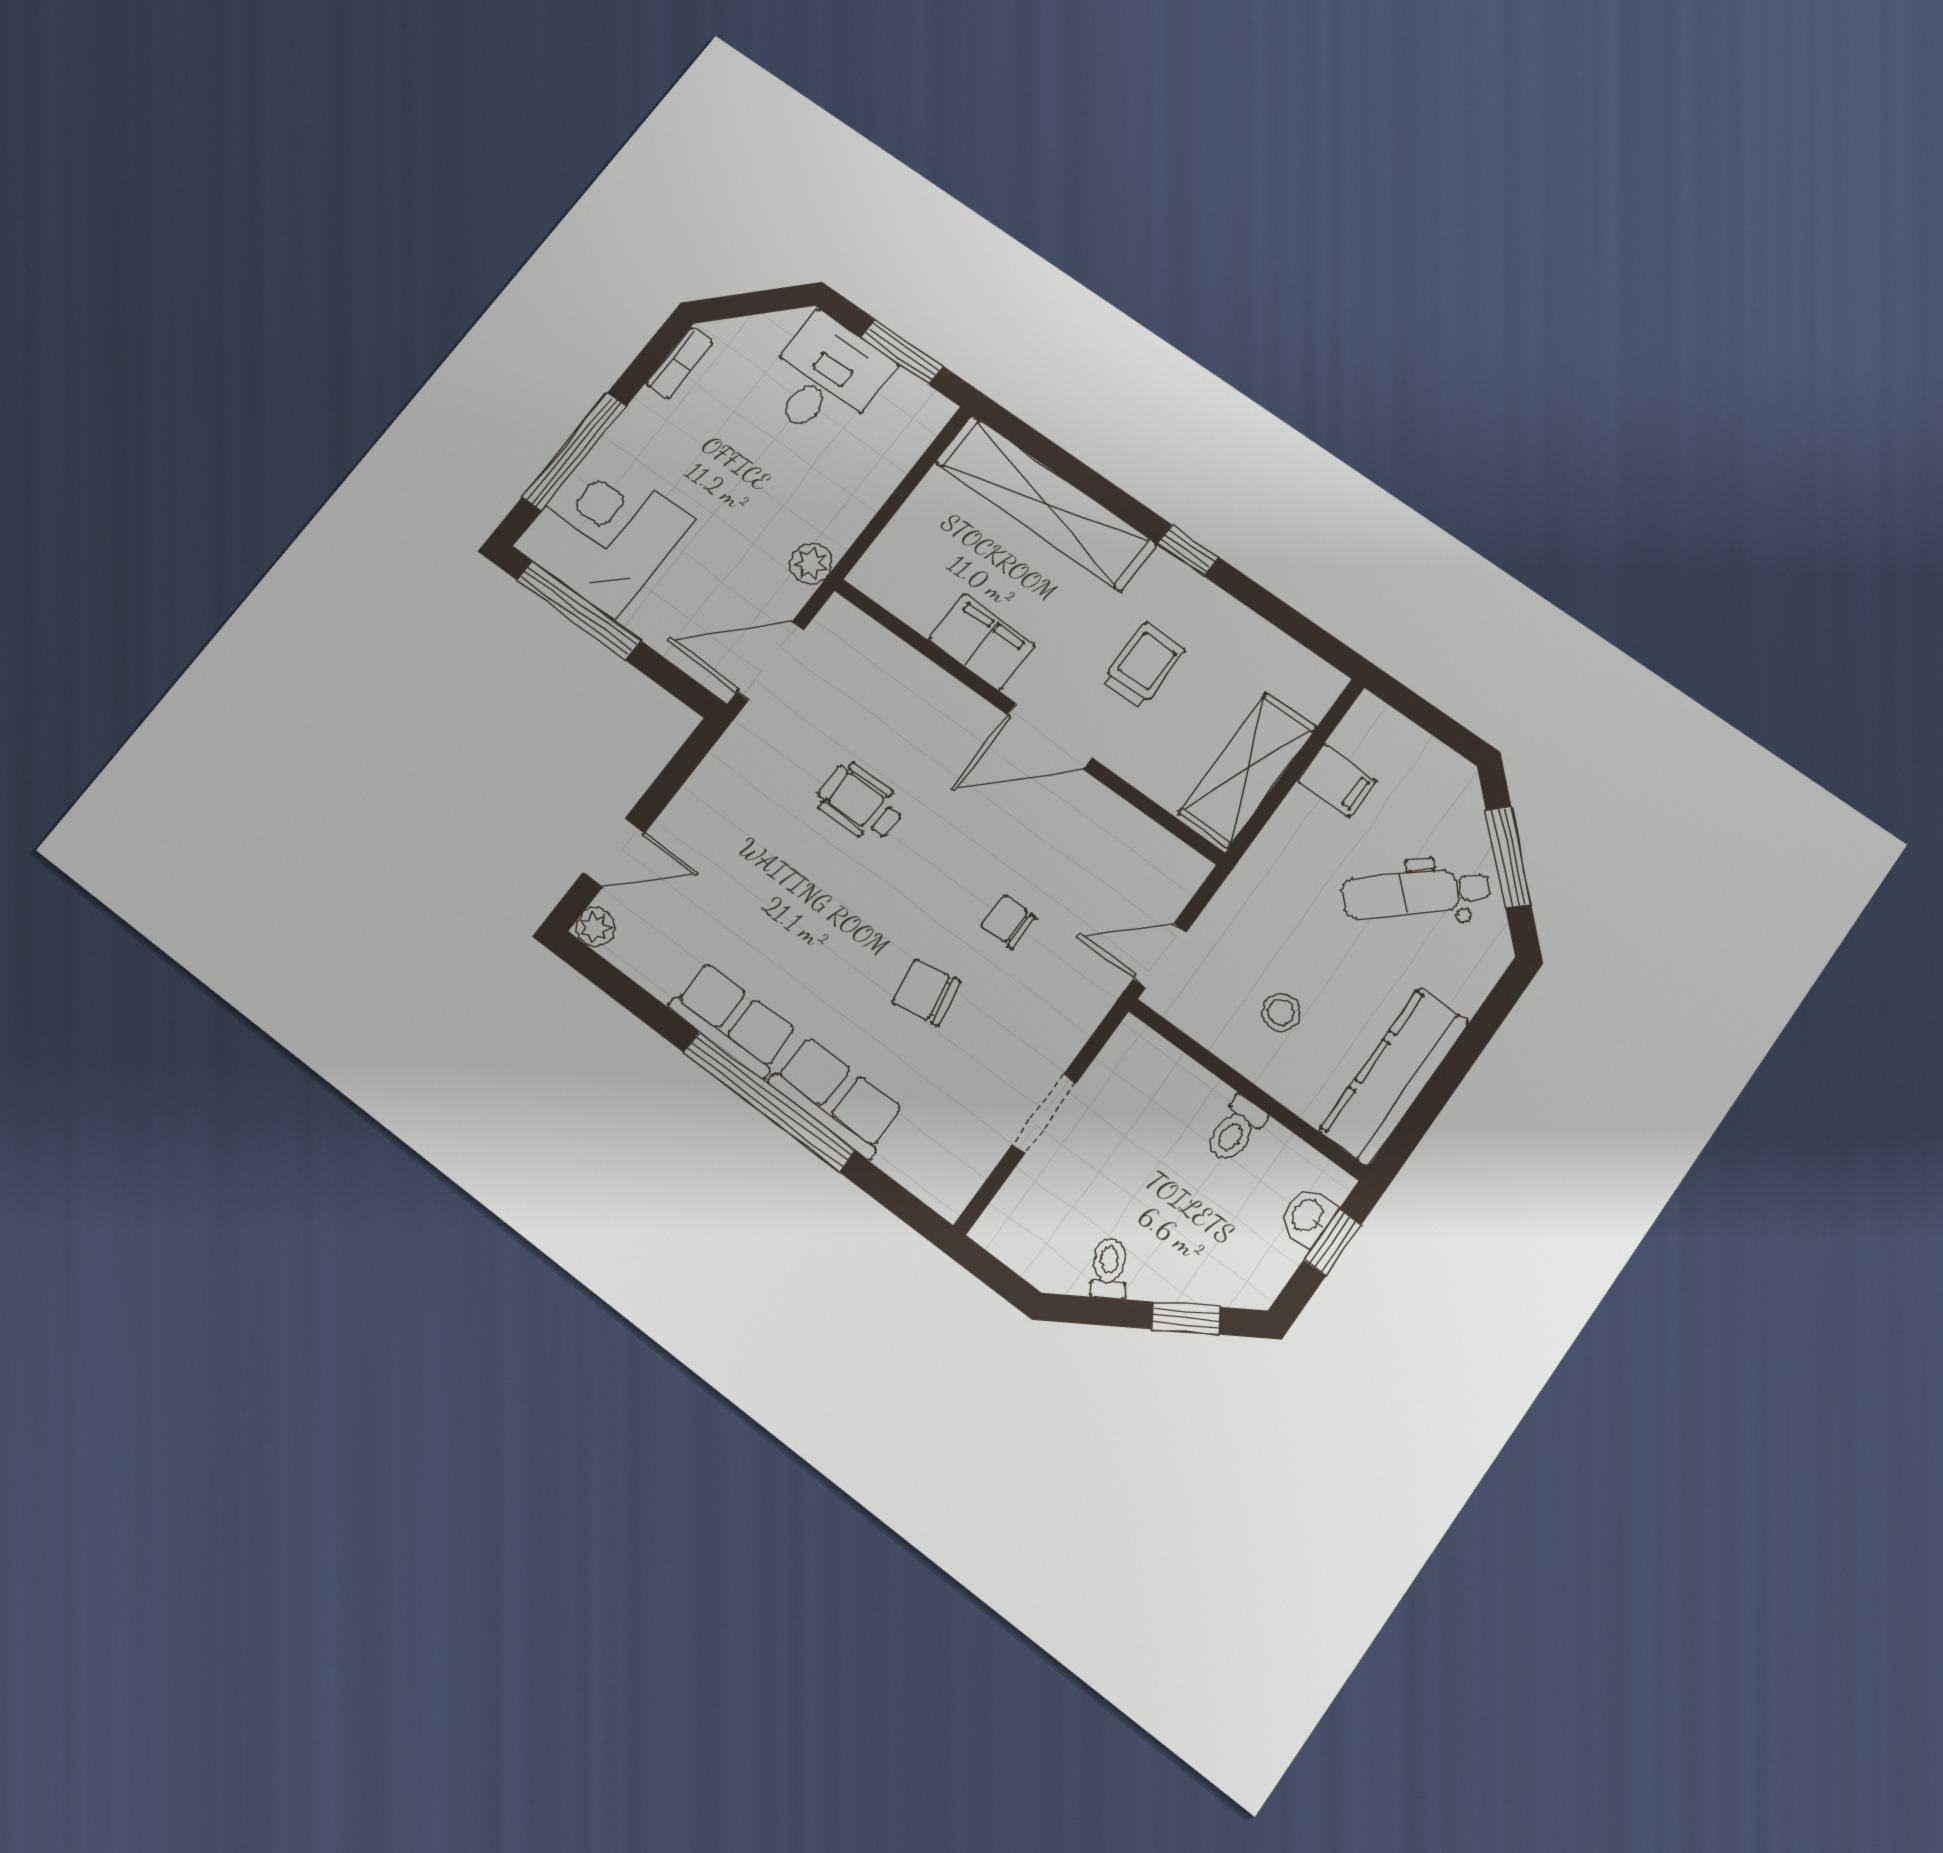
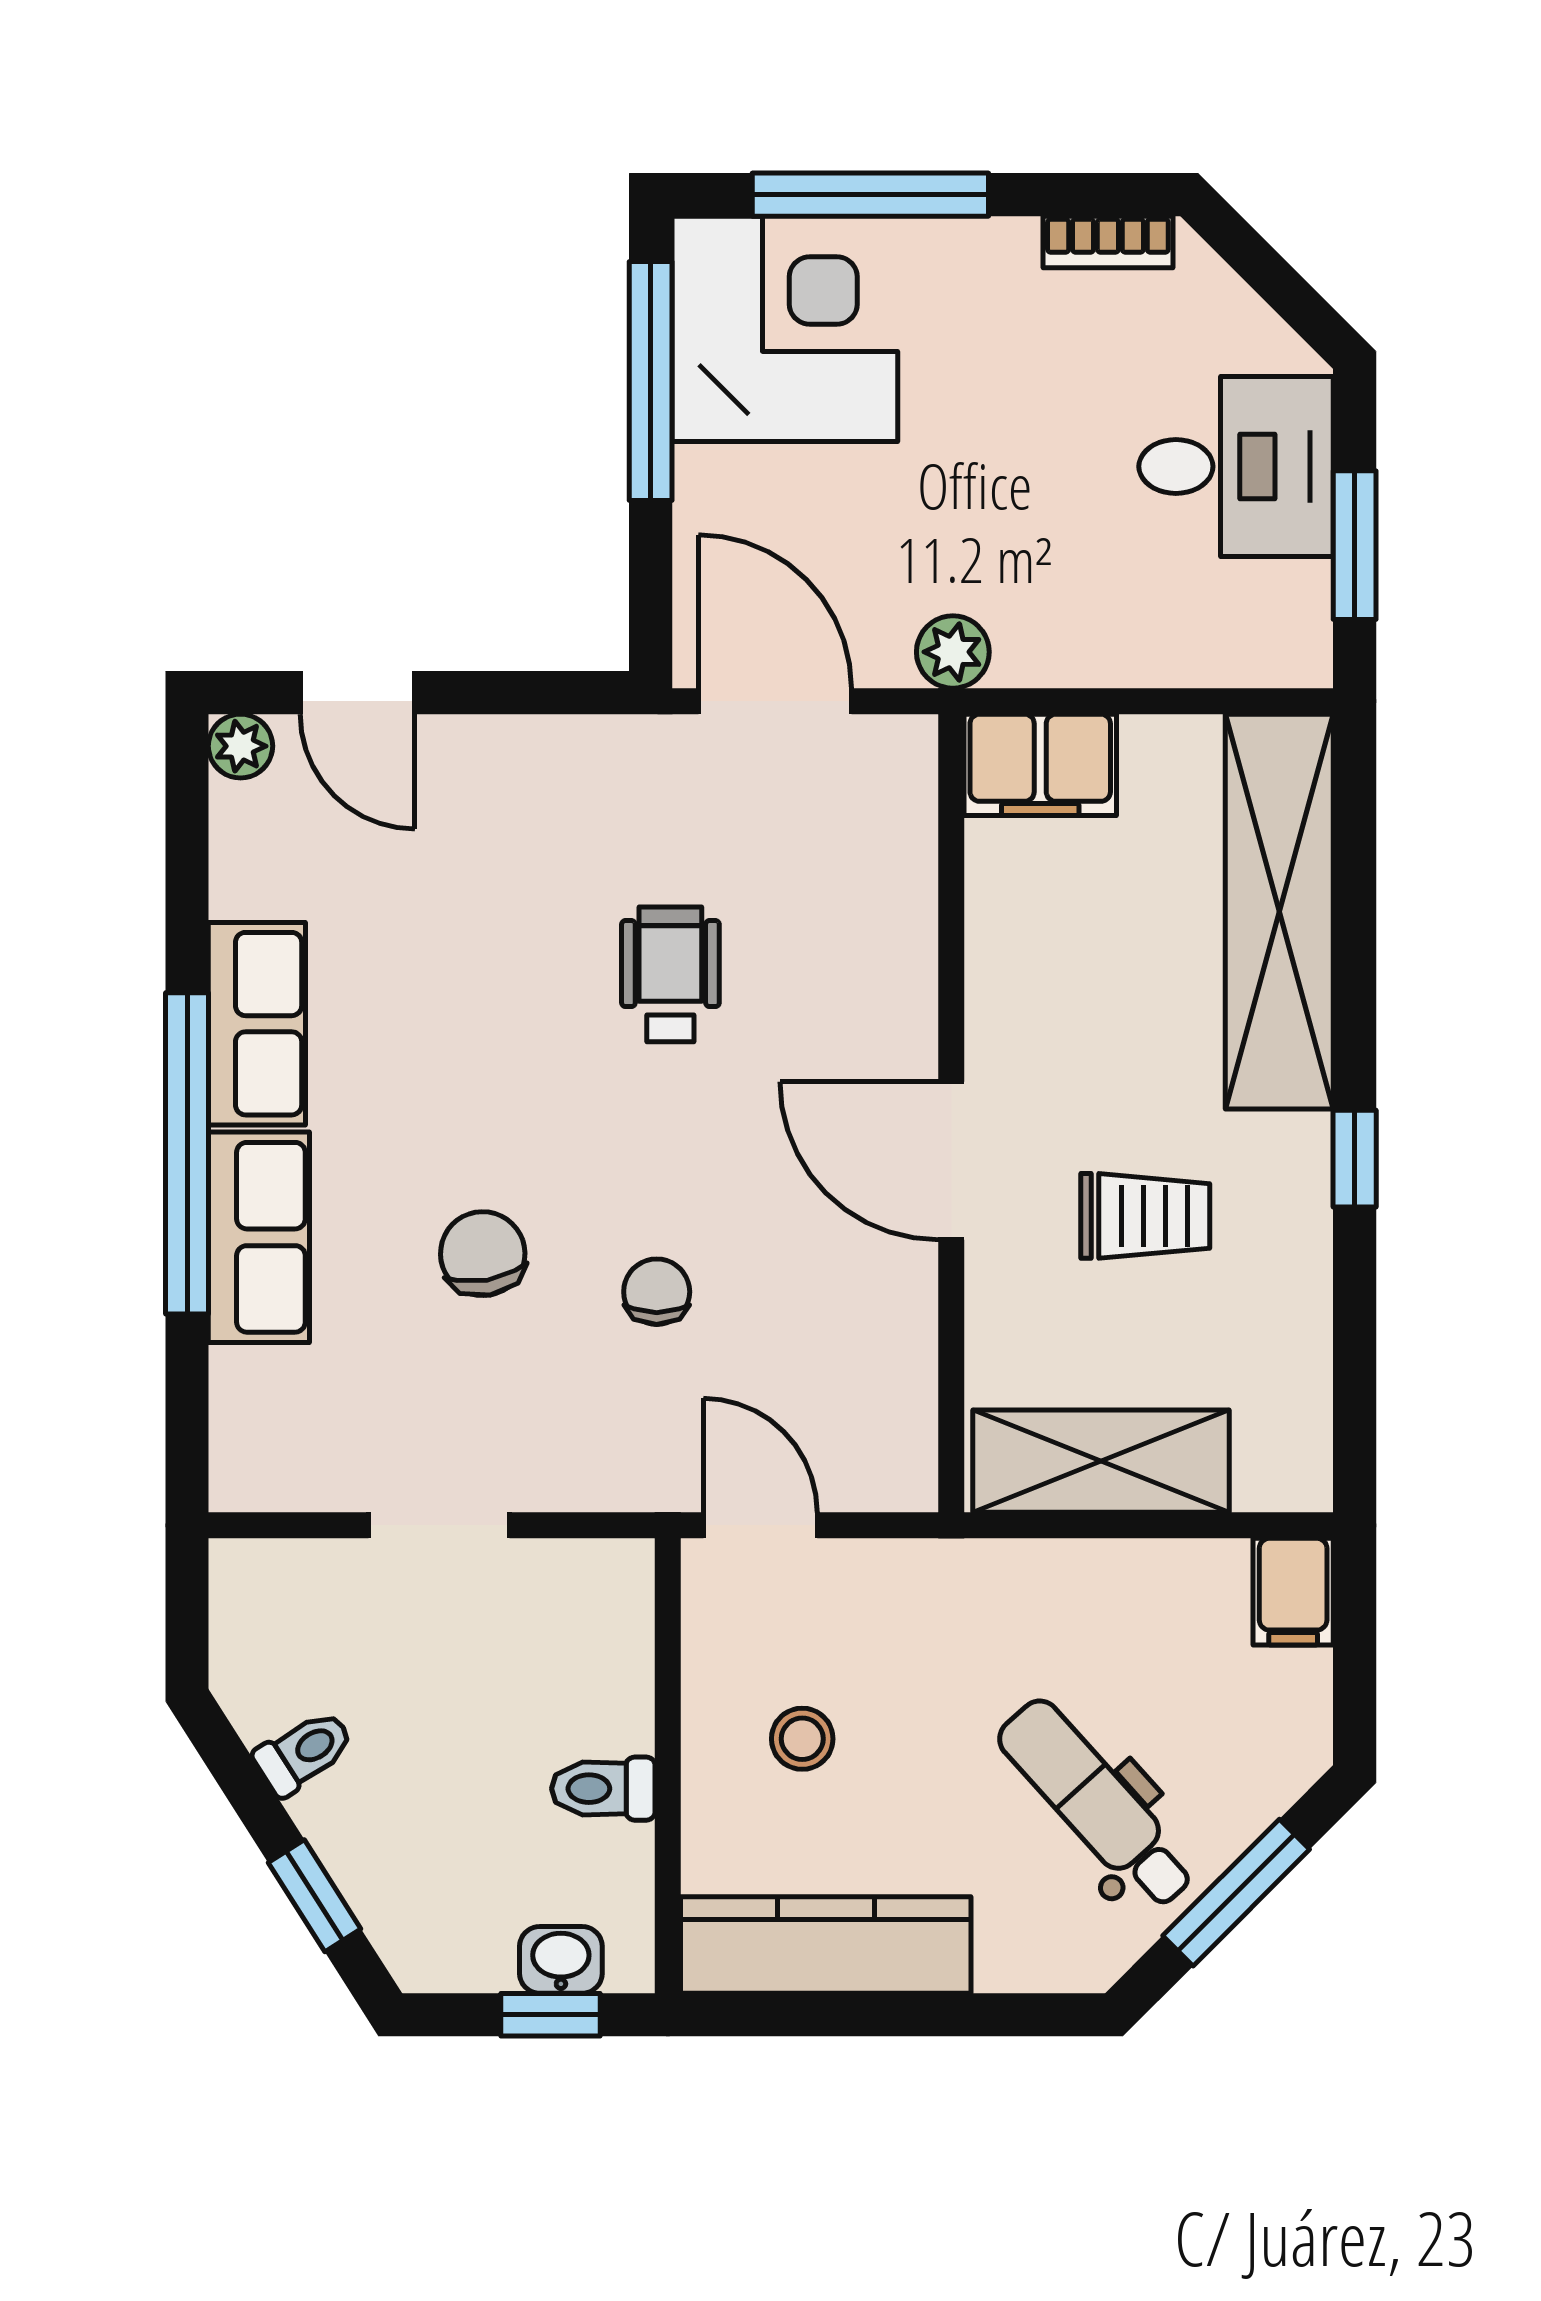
filing cabinet: (981, 642) -> (1040, 765), moved, turned 90
filing cabinet: (1337, 780) -> (1293, 1592), moved

